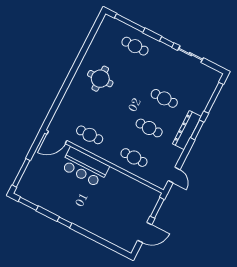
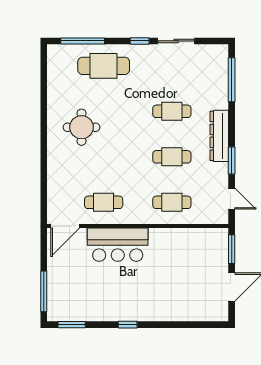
cafe table: (135, 46) -> (104, 66), width x1.37, depth x1.35
window: (197, 130) -> (232, 160), moved

